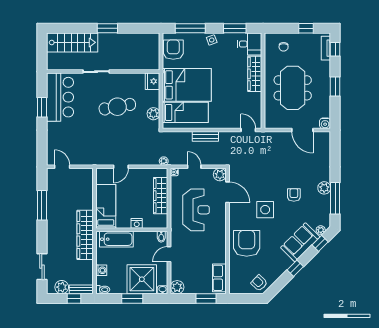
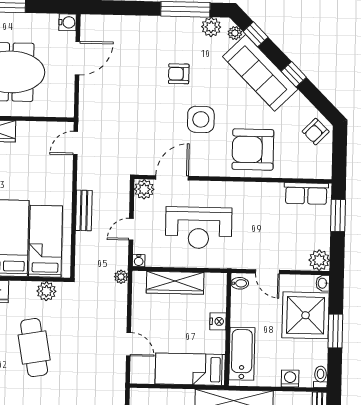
plant: (324, 188) -> (211, 27), moved
reception desk: (196, 210) -> (199, 228), turned 180
sofa: (300, 242) -> (260, 73), width x1.36

